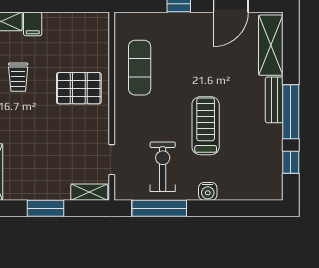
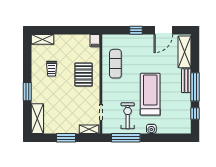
filing cabinet: (33, 24) -> (95, 41), moved
pallet: (79, 88) -> (84, 75), turned 90
treadmill: (206, 126) -> (150, 94), width x1.37, depth x1.38

